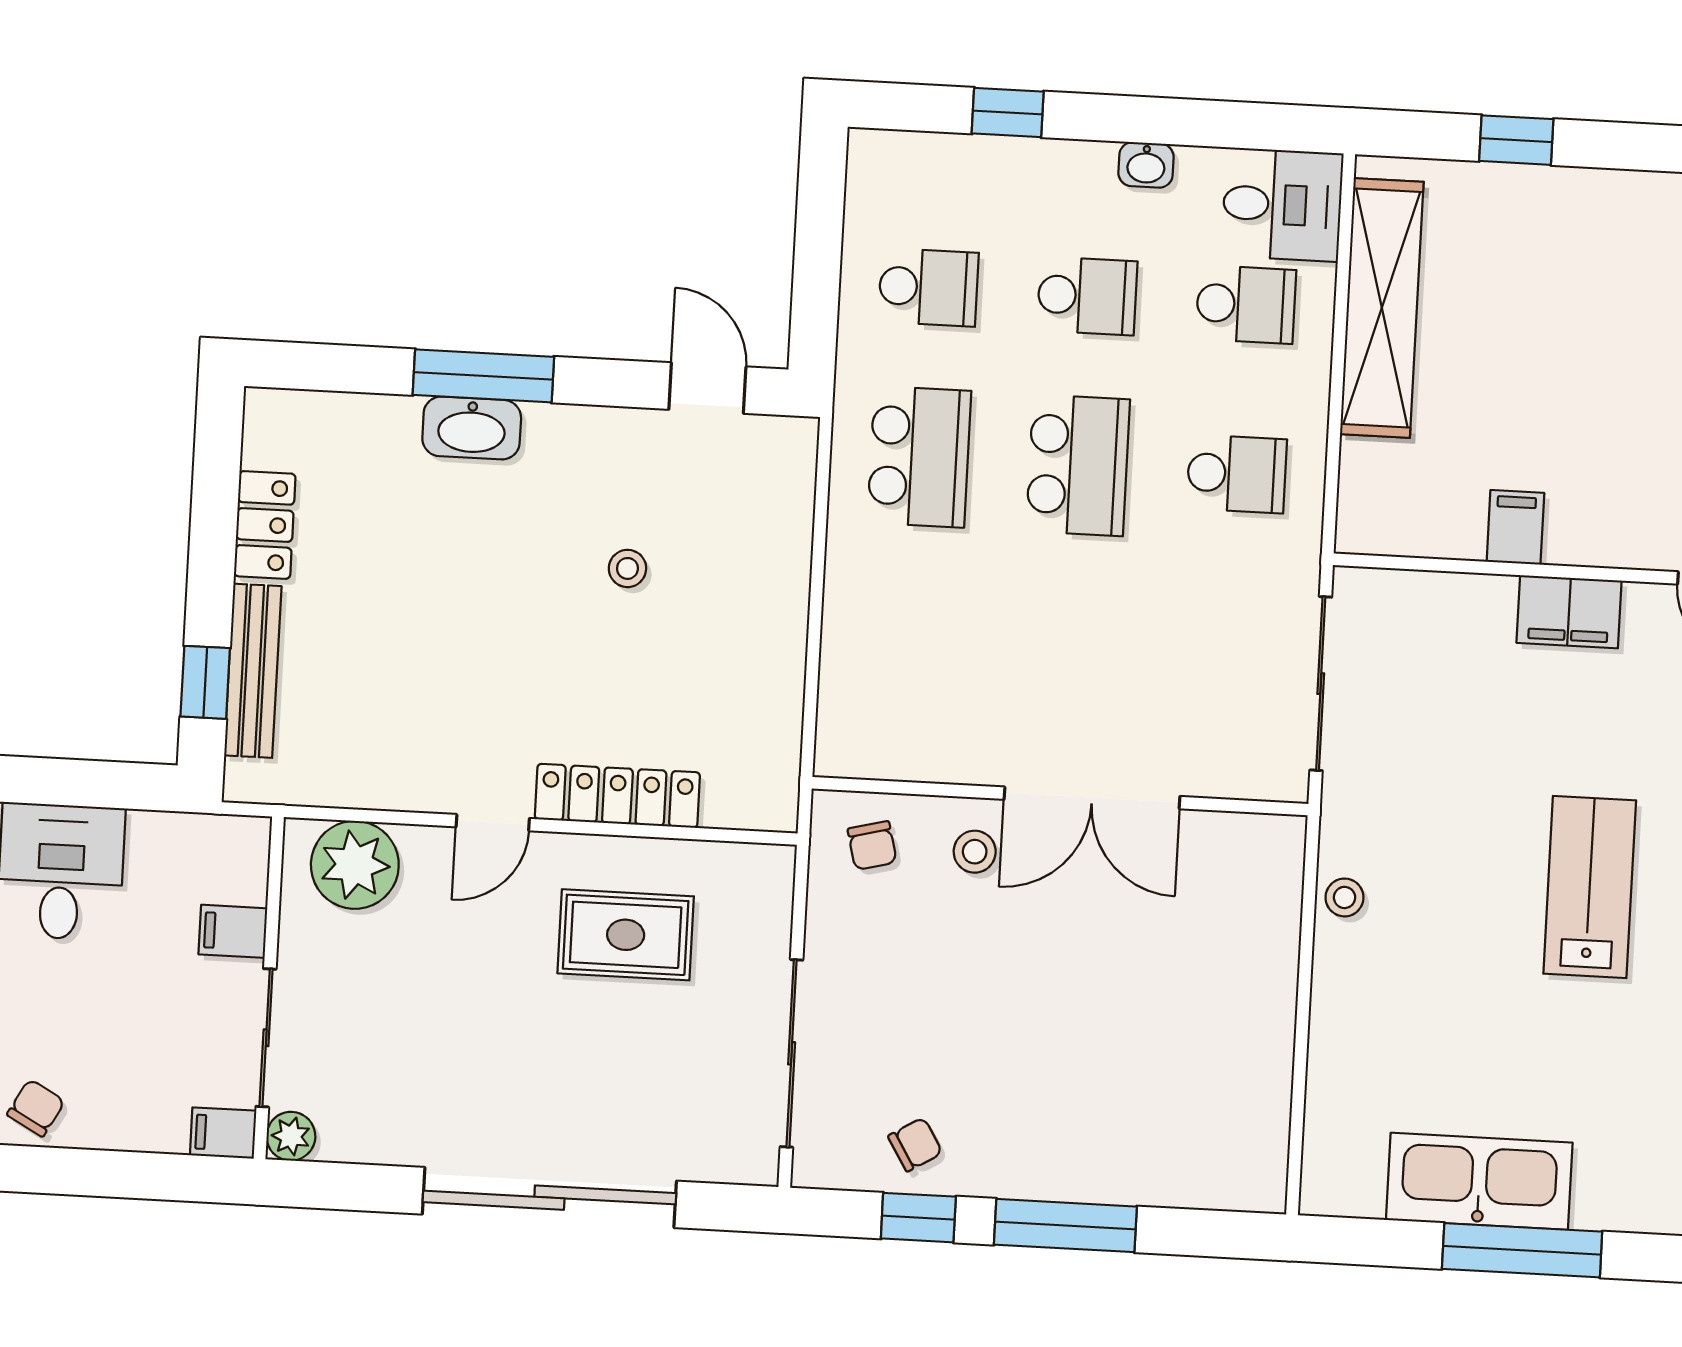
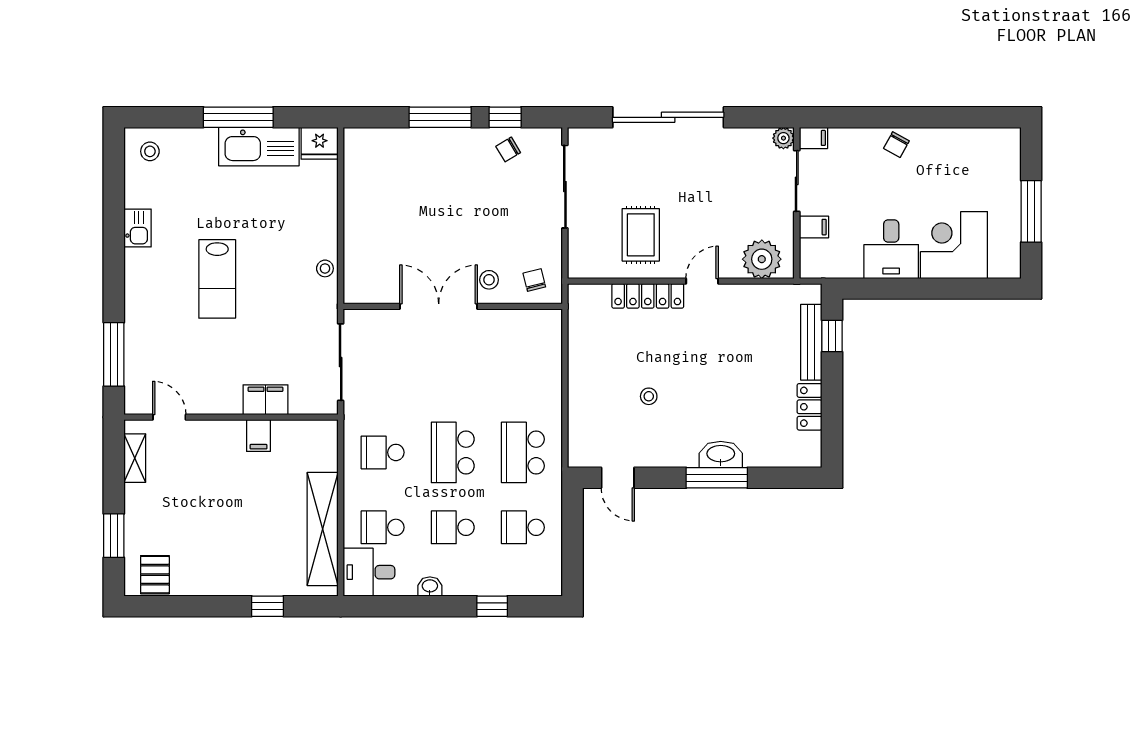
filing cabinet: (1569, 612) -> (265, 400), moved
rug: (626, 935) -> (641, 235), turned 90
fridge: (1341, 1181) -> (320, 143), added

